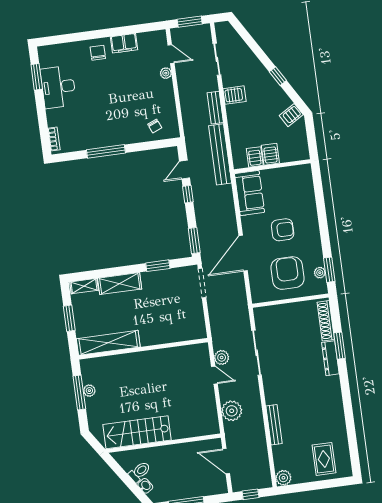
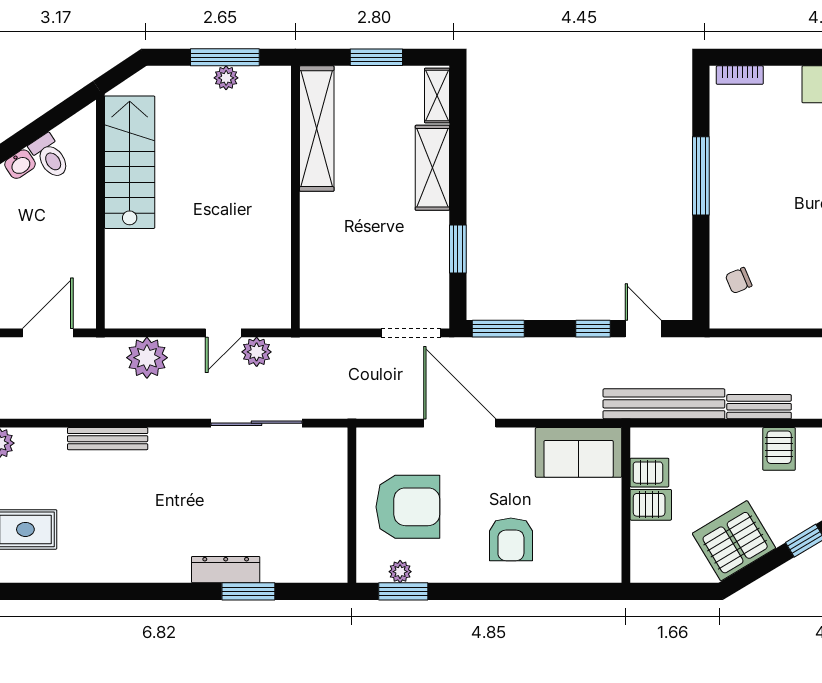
server rack: (291, 115) -> (734, 541), width x2.18, depth x1.44
armchair: (283, 230) -> (511, 539), moved
shoe rack: (326, 321) -> (302, 571), removed

